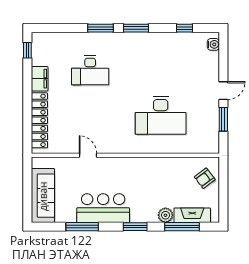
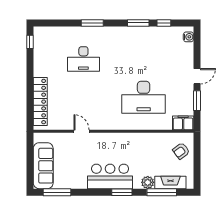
window: (136, 28) -> (138, 23), moved
filing cabinet: (40, 79) -> (183, 123), moved, turned -90
bar counter: (103, 208) -> (110, 176), moved
window: (82, 227) -> (57, 192), moved

